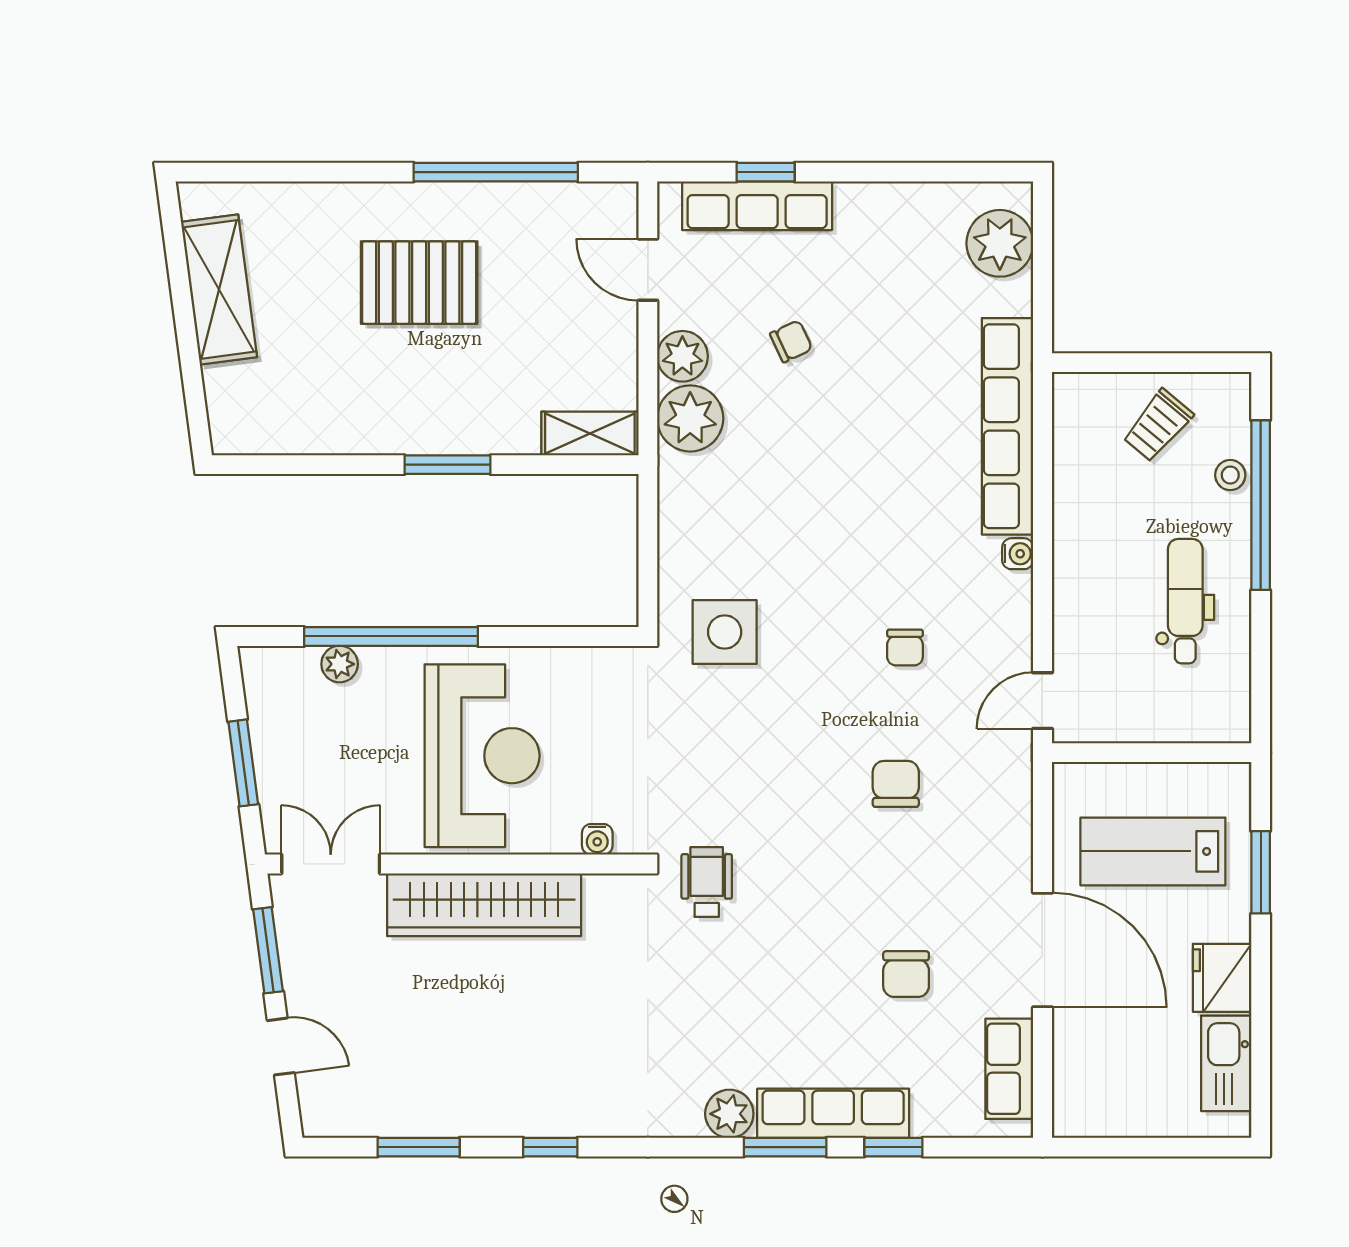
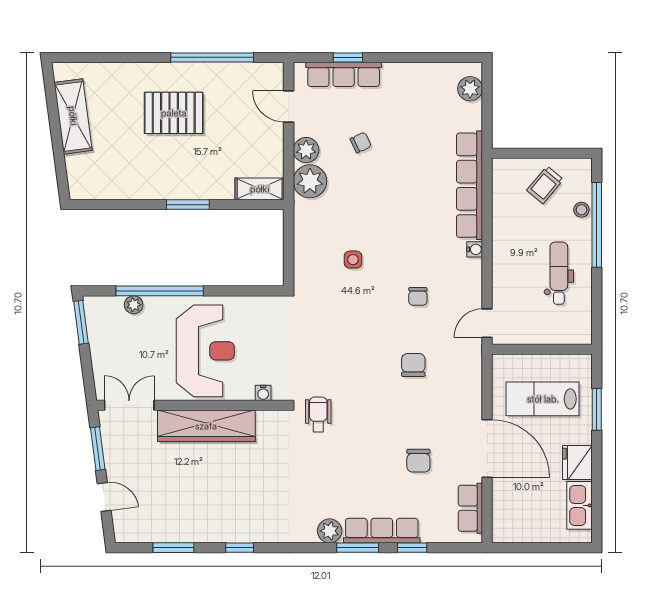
plant: (1000, 243) -> (470, 89), width x0.73, depth x0.73
side table: (725, 632) -> (353, 260), moved, width x0.54, depth x0.54
window: (243, 763) -> (81, 322), moved

